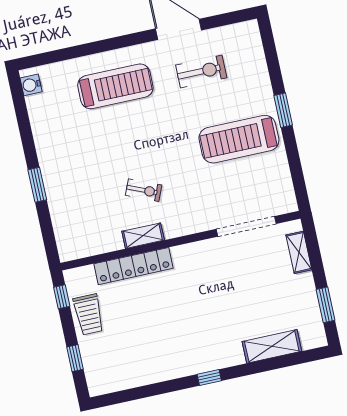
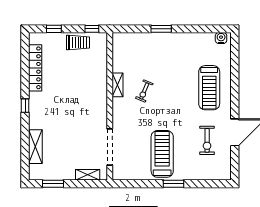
locker: (133, 266) -> (35, 68), moved, turned 180
trolley: (89, 314) -> (78, 42), turned 180

